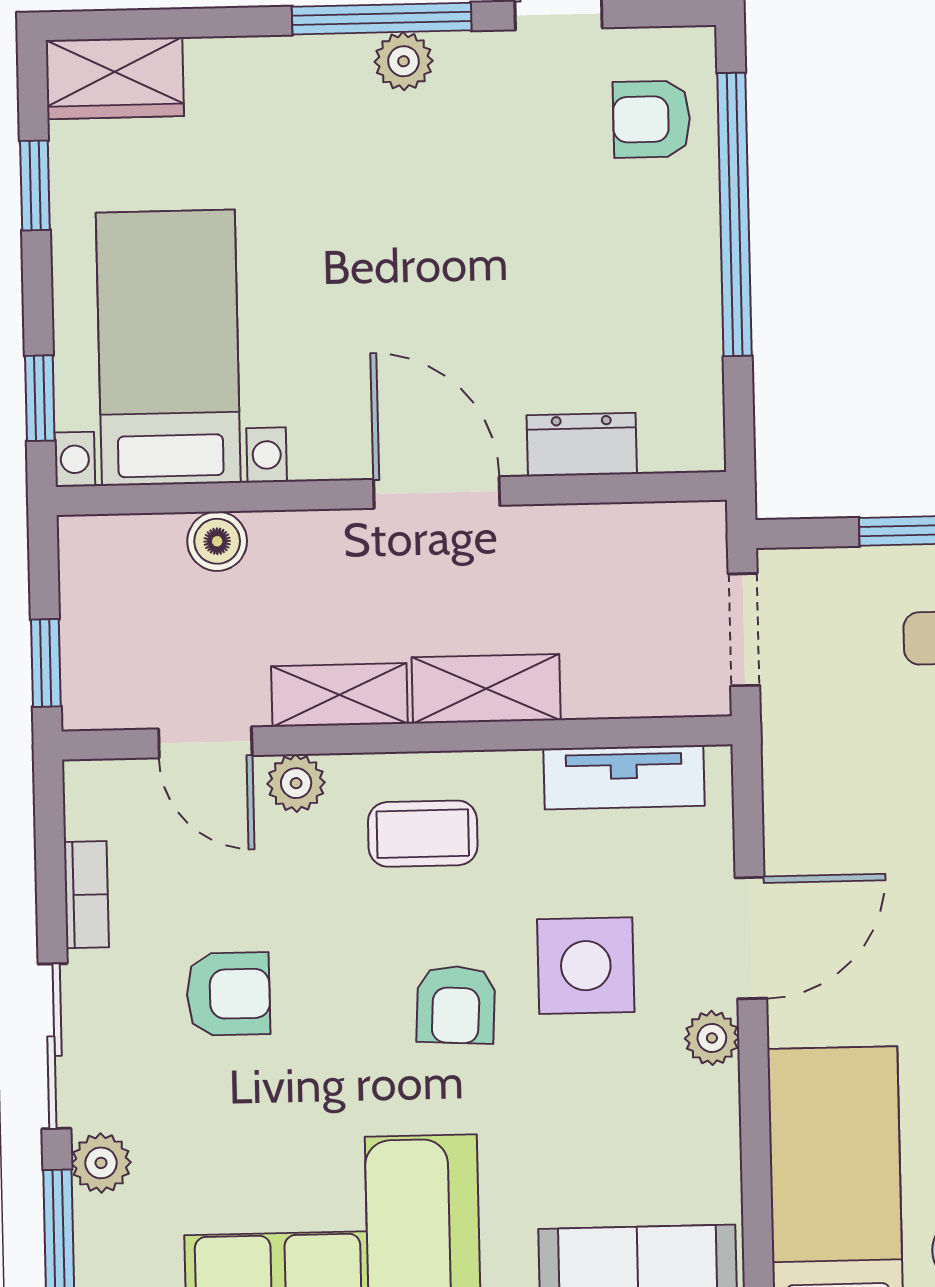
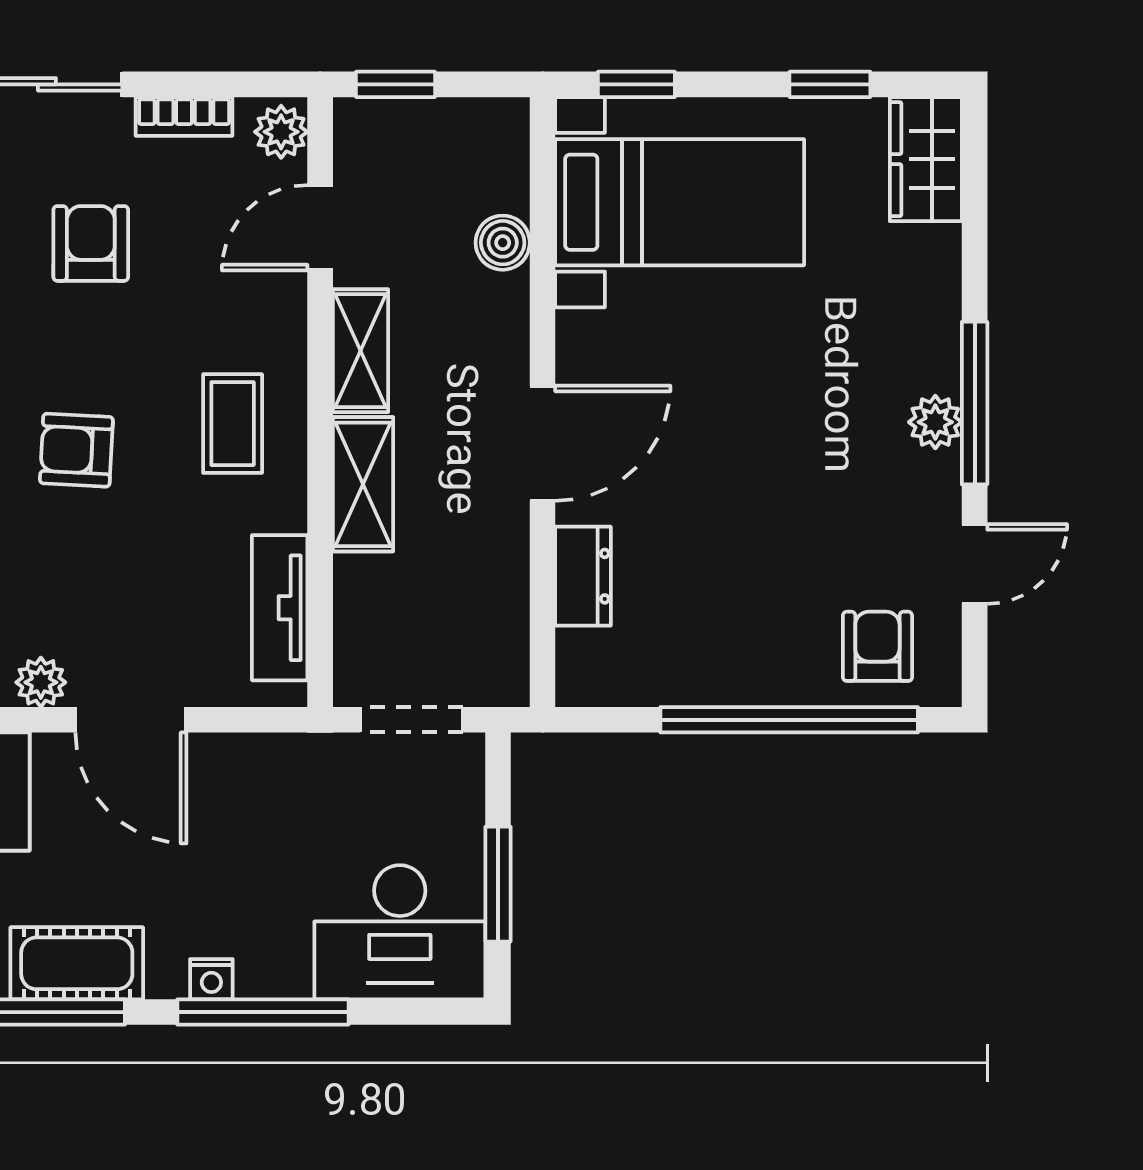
plant: (296, 783) -> (281, 132), moved
side table: (586, 966) -> (109, 569), removed
armchair: (228, 994) -> (91, 243), turned 180

